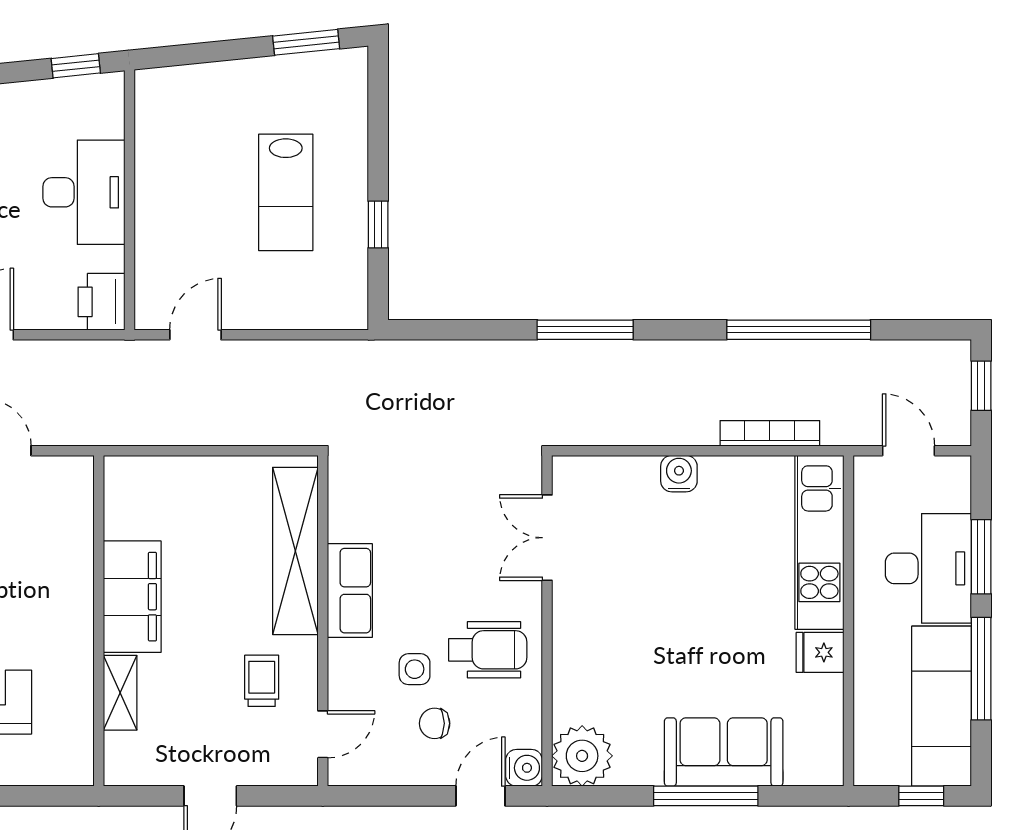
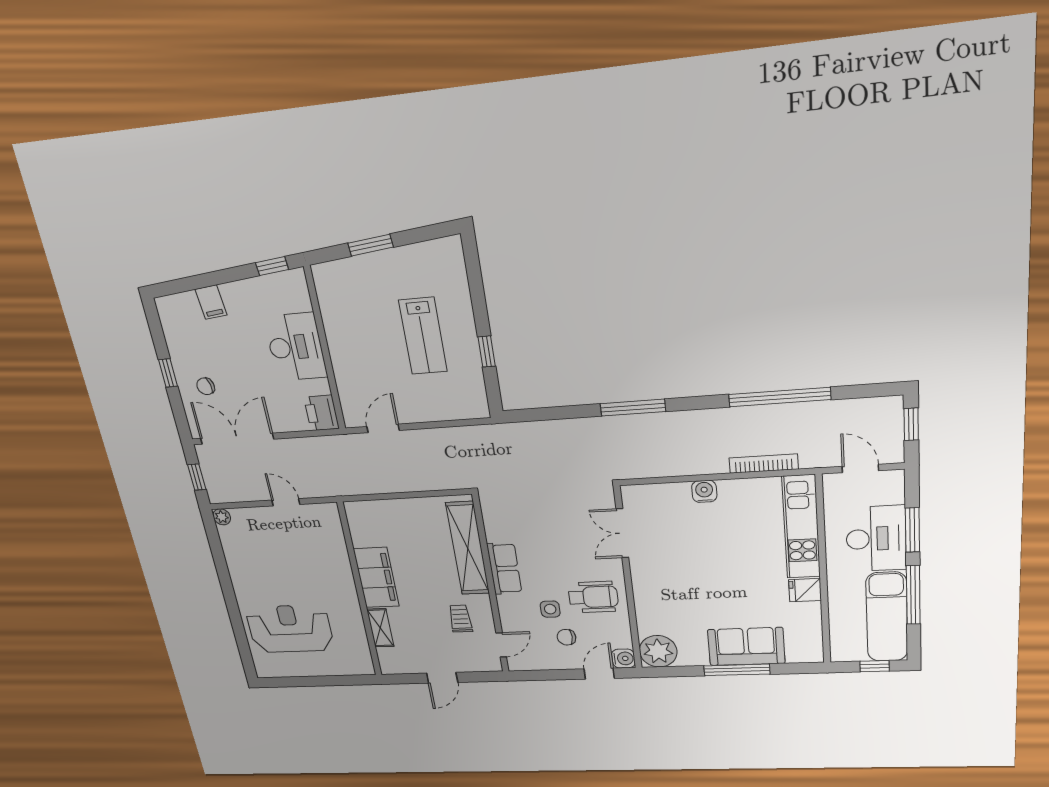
window: (306, 42) -> (371, 245), moved

